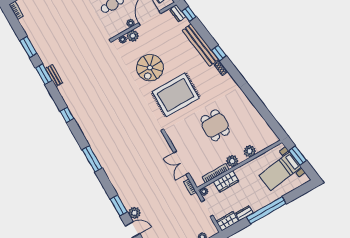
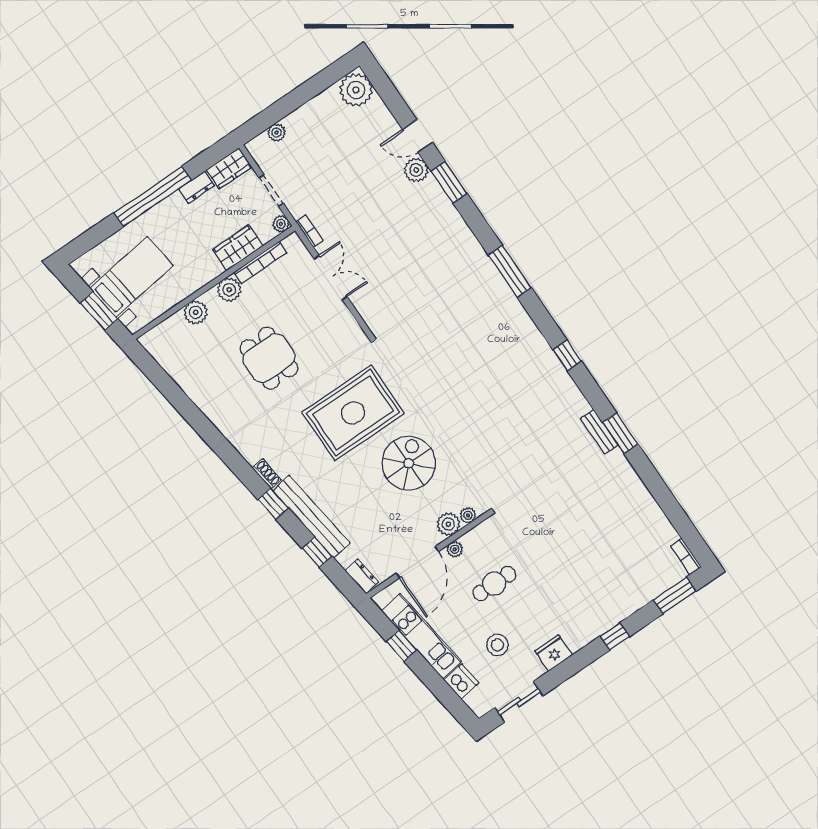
window: (189, 14) -> (317, 552), moved
window: (28, 47) -> (656, 485), removed

